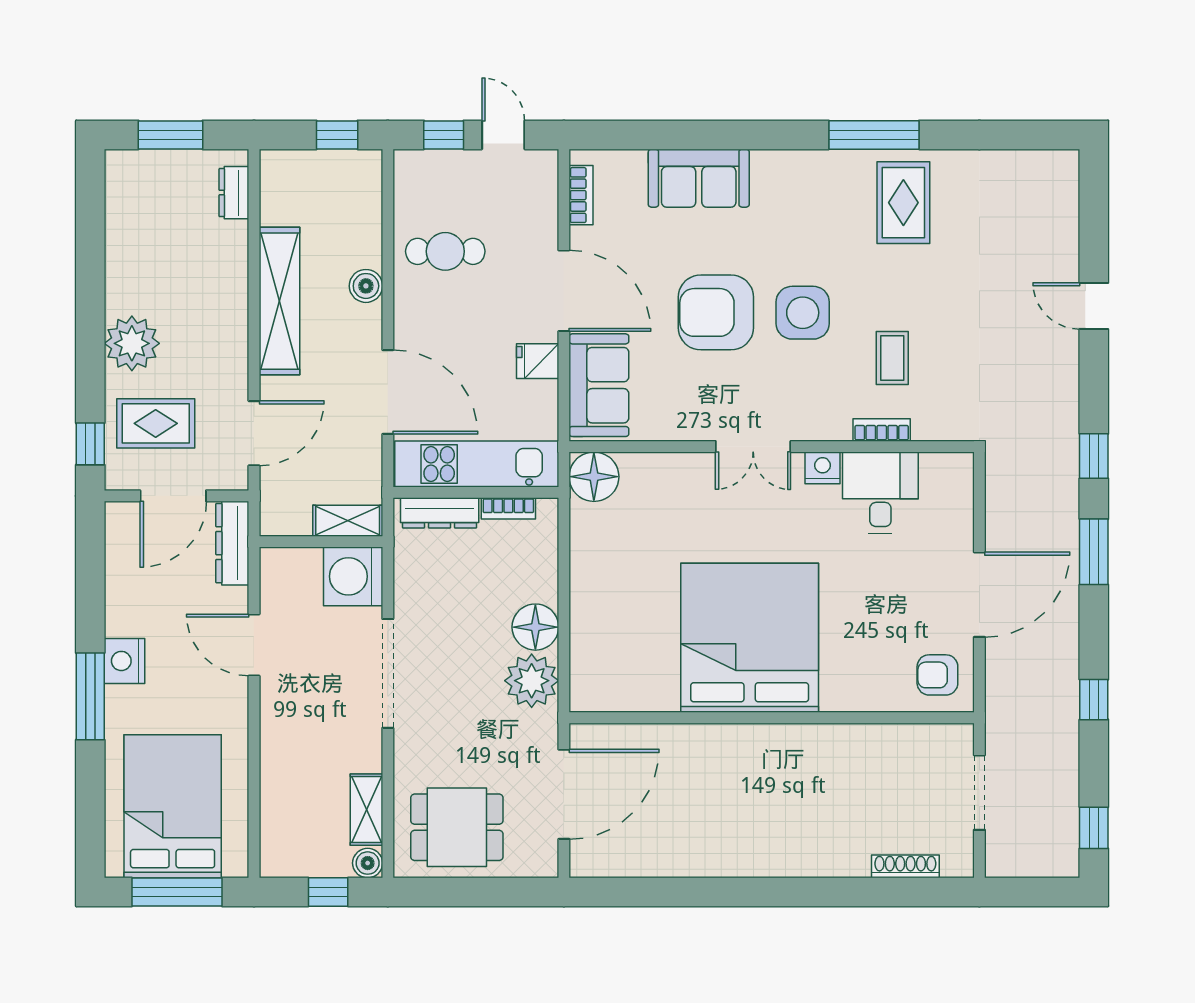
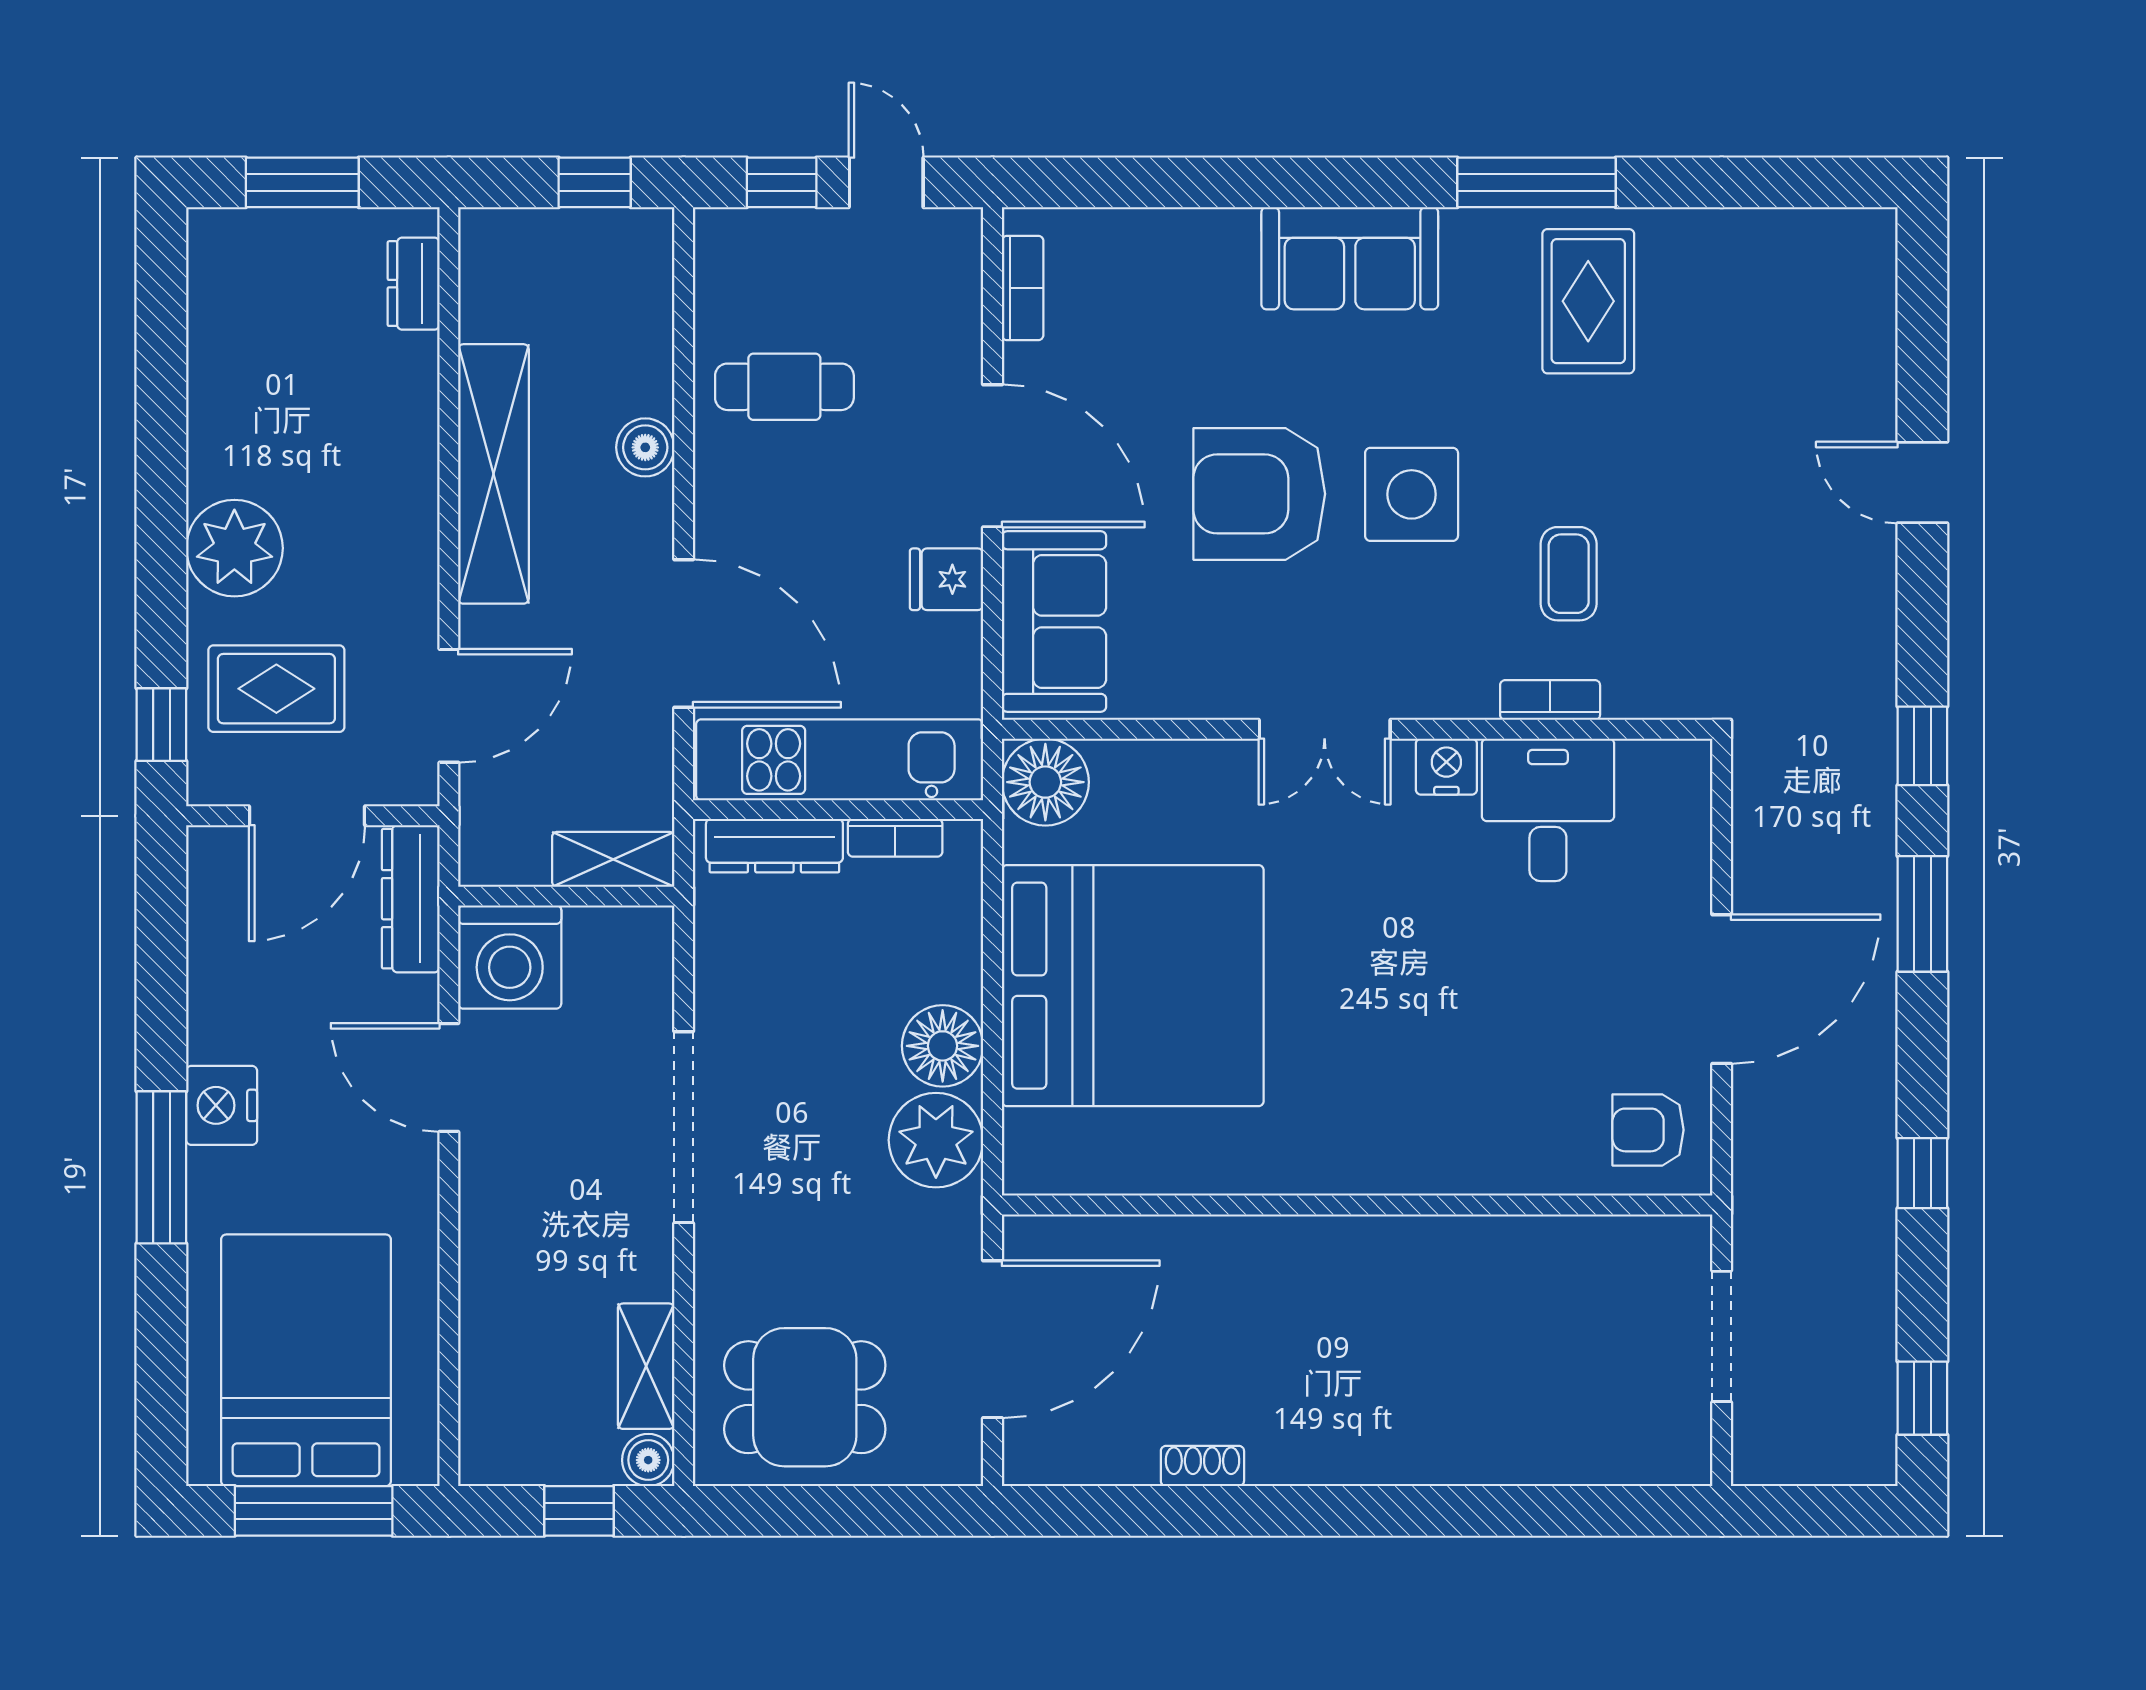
sofa: (699, 178) -> (1350, 258), moved
washing machine: (353, 576) -> (510, 957), moved, turned -90
bed: (750, 638) -> (1133, 986), moved, turned 90
shoe rack: (905, 866) -> (1202, 1466), moved, width x0.70

